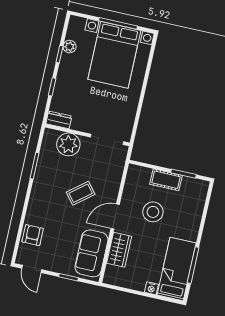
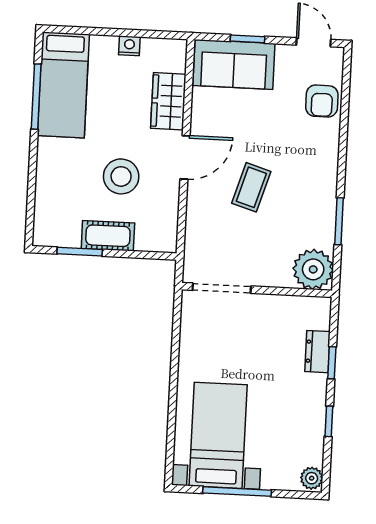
plant: (70, 47) -> (312, 478), moved
bed with nightstands: (114, 55) -> (218, 435), width x0.73
dresser: (59, 120) -> (318, 352), moved, turned 90
plant: (68, 144) -> (313, 269), moved
coffee table: (81, 193) -> (251, 187), turned -34
sofa: (91, 253) -> (234, 65), moved, turned 90
nightstand: (151, 288) -> (129, 46), moved

